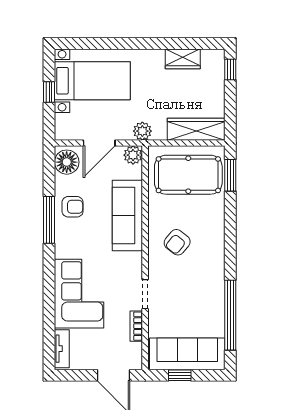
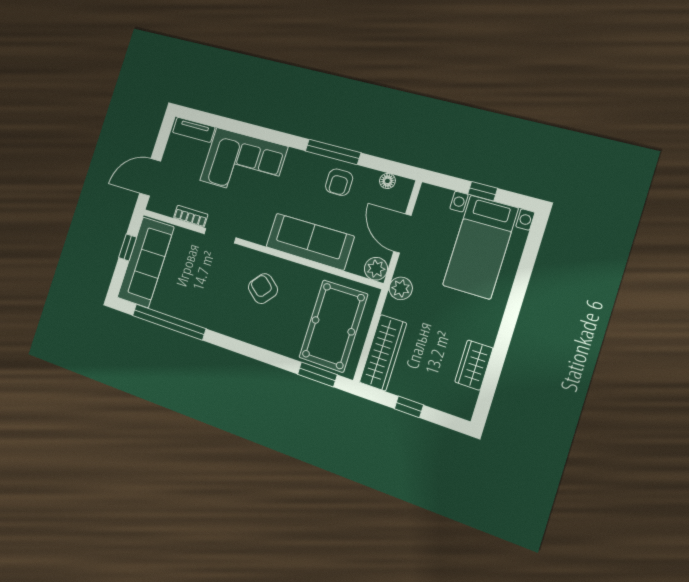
window: (230, 70) -> (409, 407), moved
floor lamp: (67, 162) -> (387, 181), width x0.53, depth x0.53

